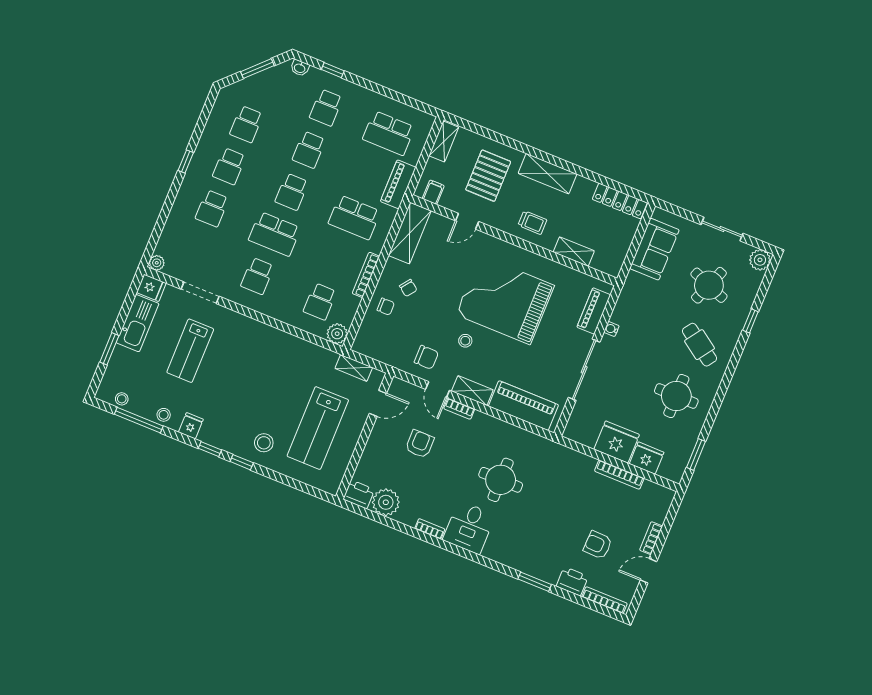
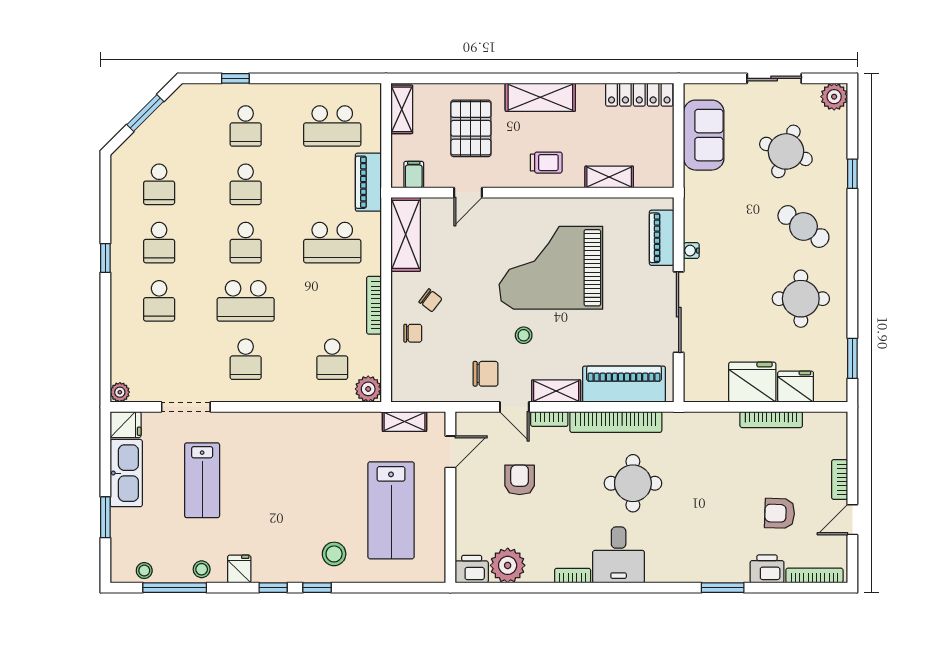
washbasin: (300, 68) -> (195, 92), removed
bookcase: (506, 431) -> (616, 422), added

